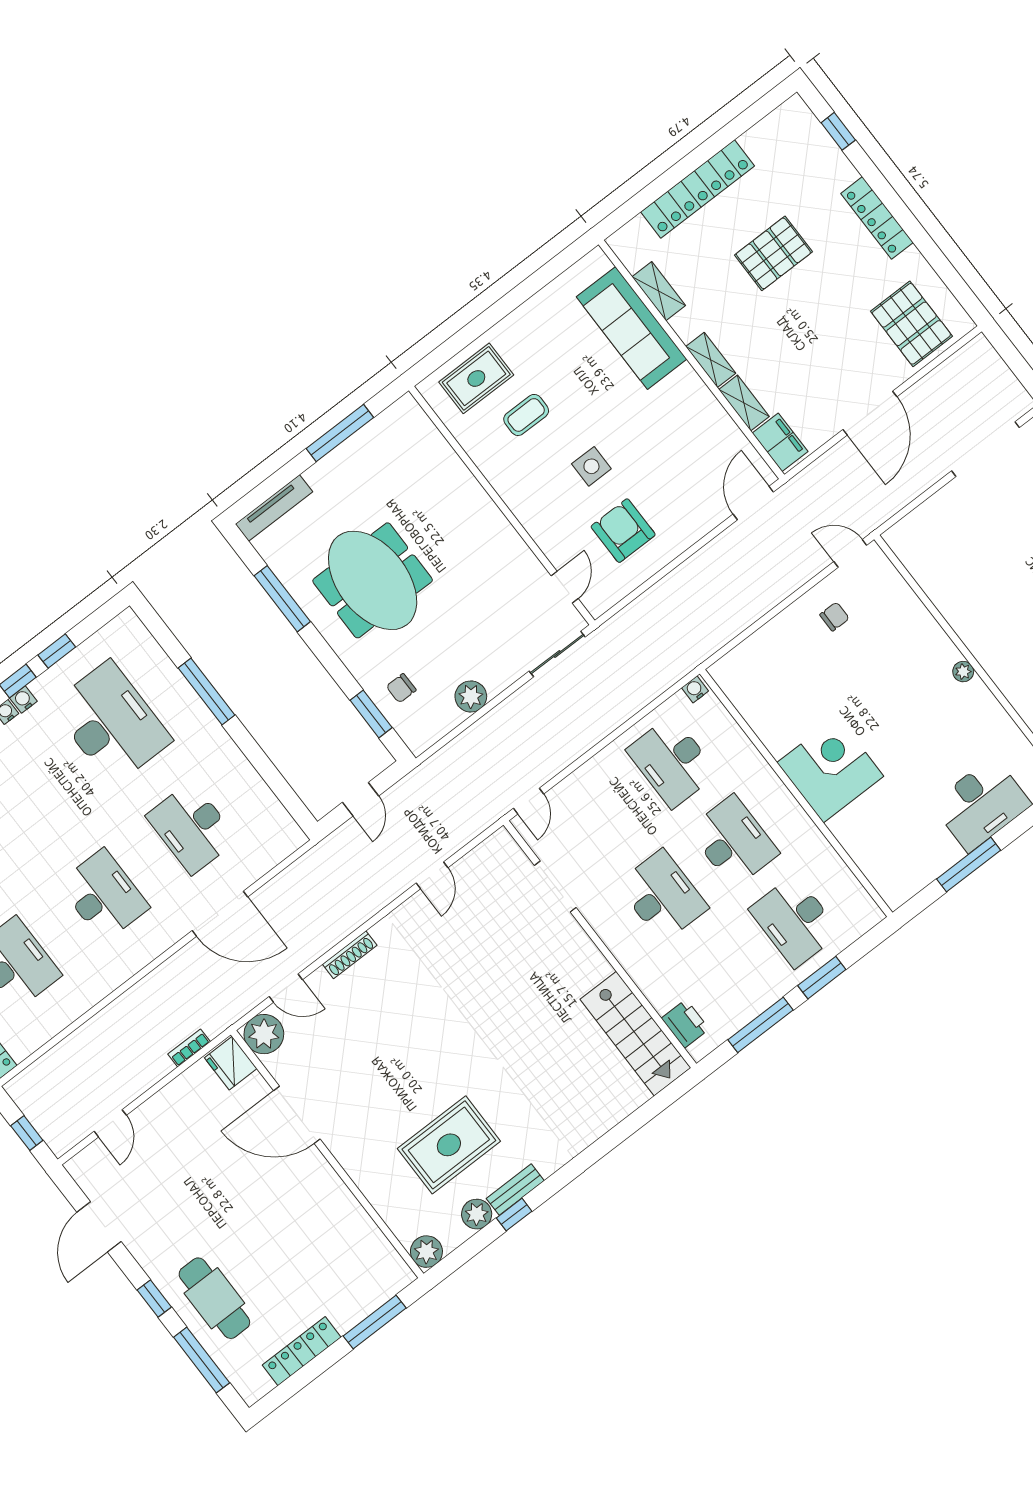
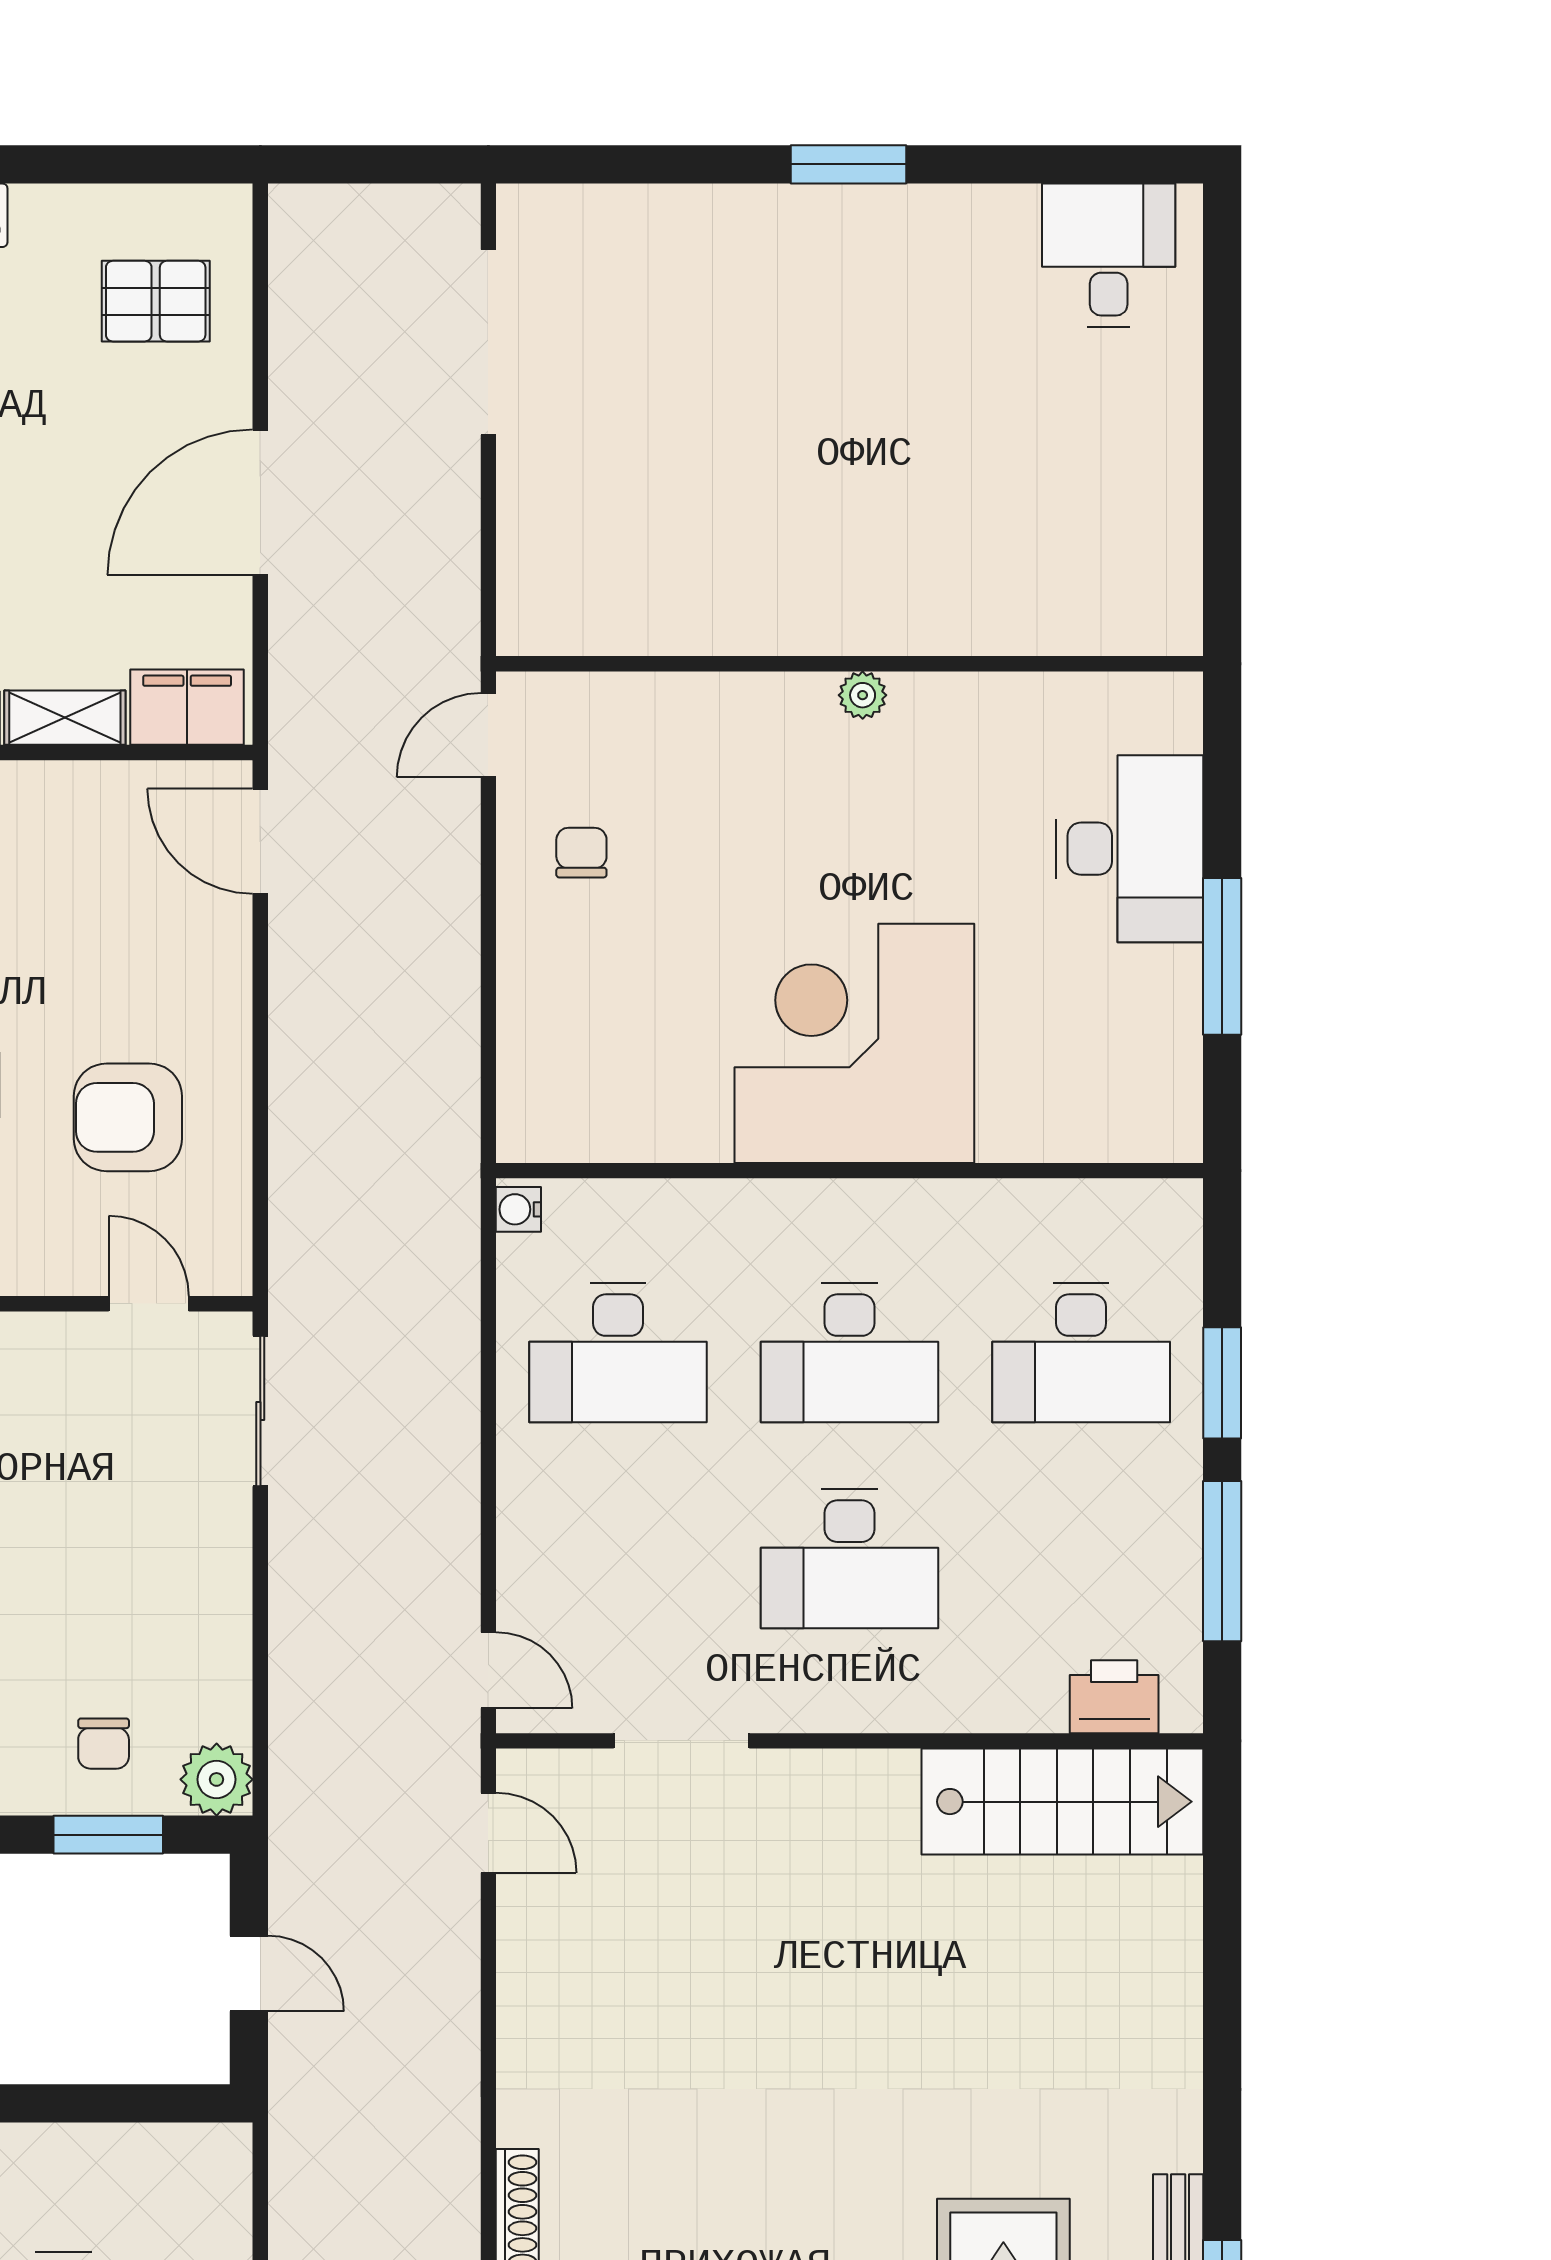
pallet: (911, 324) -> (156, 301), width x0.67, depth x0.71
door: (870, 413) -> (260, 502), swing flipped
plant: (471, 697) -> (217, 1779), moved
corner desk: (830, 769) -> (854, 1043), width x1.36, depth x1.36
desk: (733, 841) -> (850, 1353), turned 180
door: (432, 875) -> (488, 1833), moved
desk: (663, 896) -> (850, 1559), turned 180

